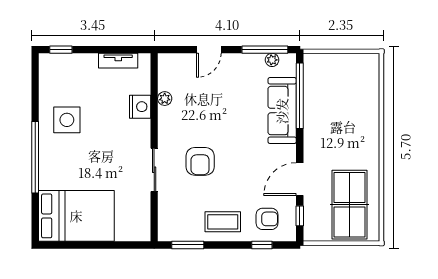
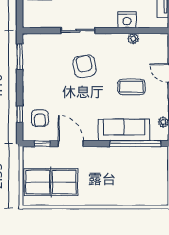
armchair: (200, 161) -> (85, 66), turned 80
coffee table: (223, 222) -> (131, 87), moved, turned 90

